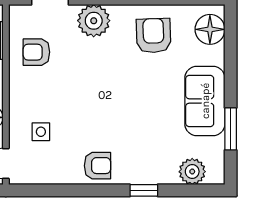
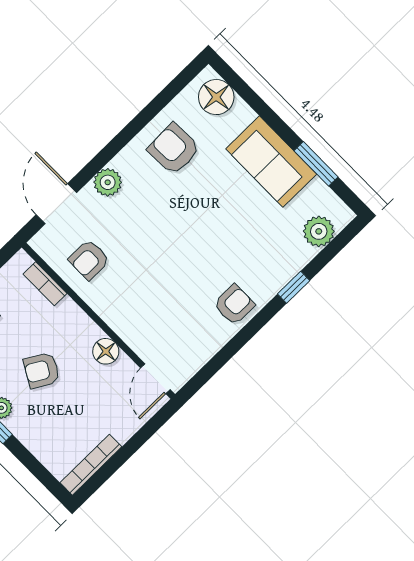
plant: (94, 21) -> (108, 182), width x0.73, depth x0.73
side table: (41, 132) -> (159, 323), removed

